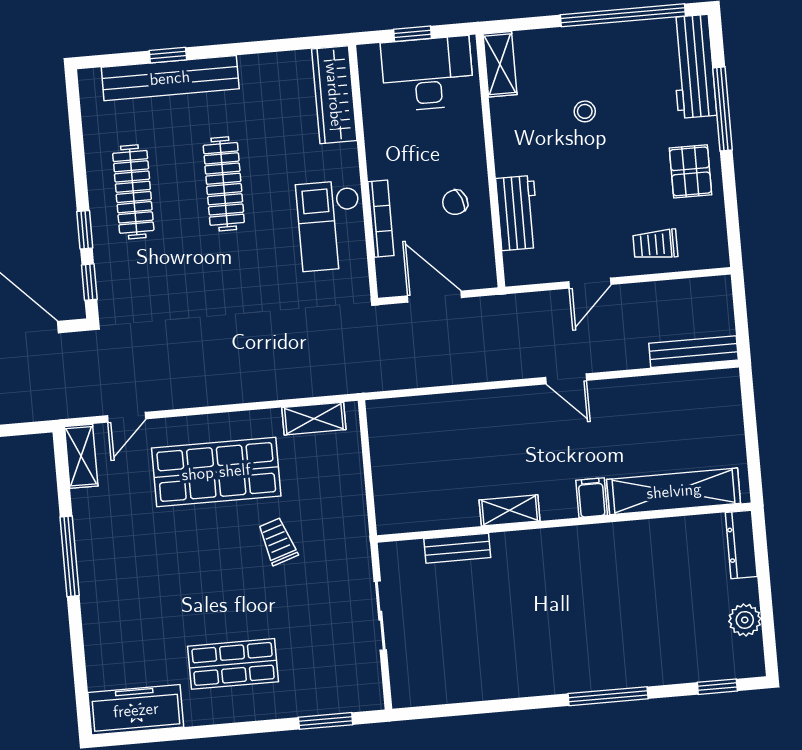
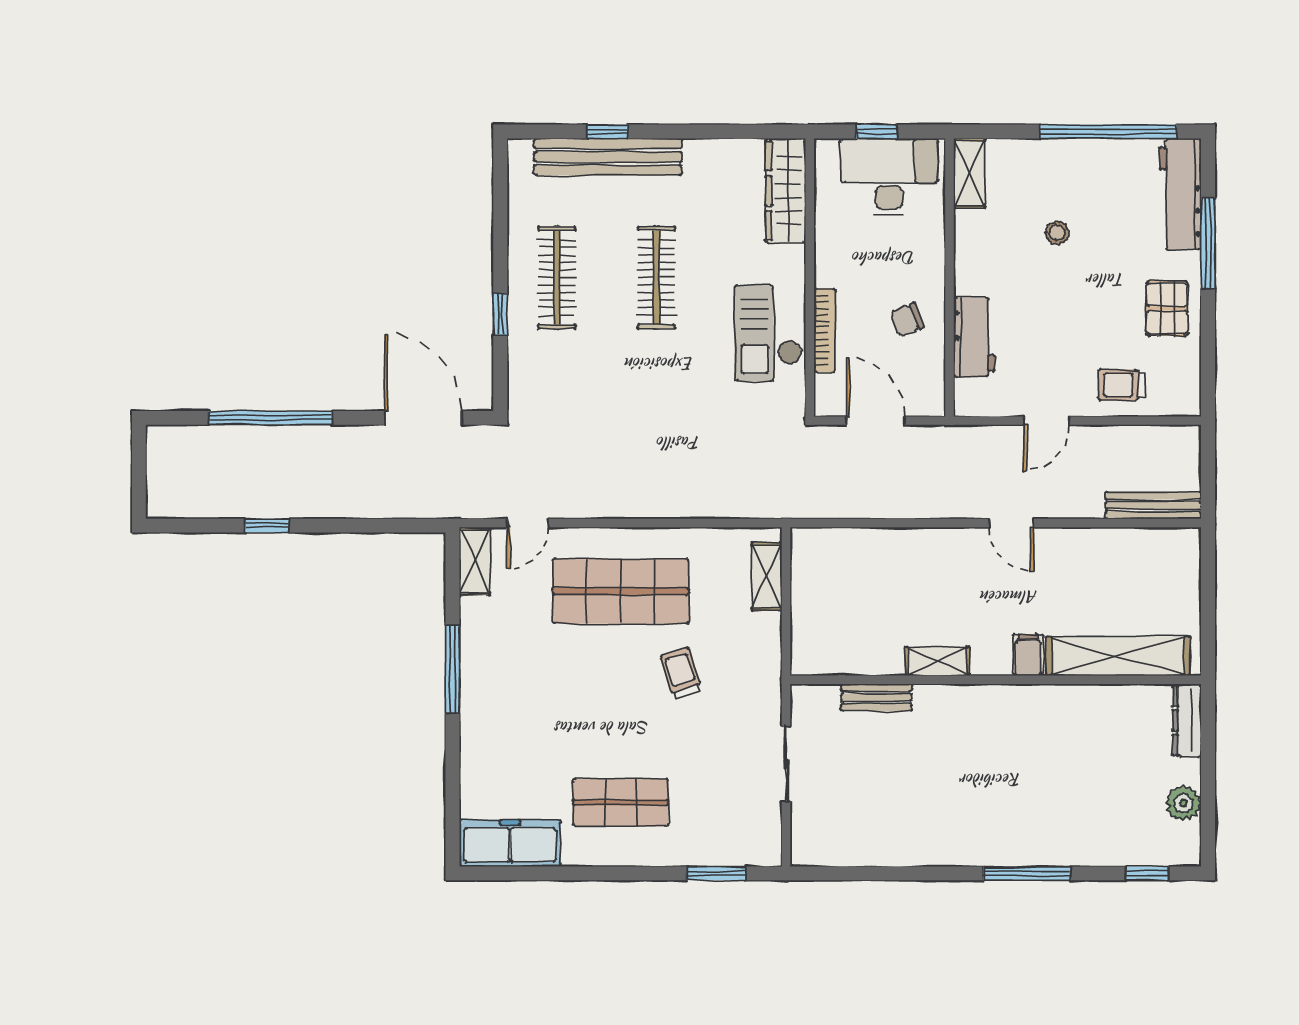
window: (89, 282) -> (500, 372), removed
shelving: (314, 419) -> (767, 577), moved, turned 90

